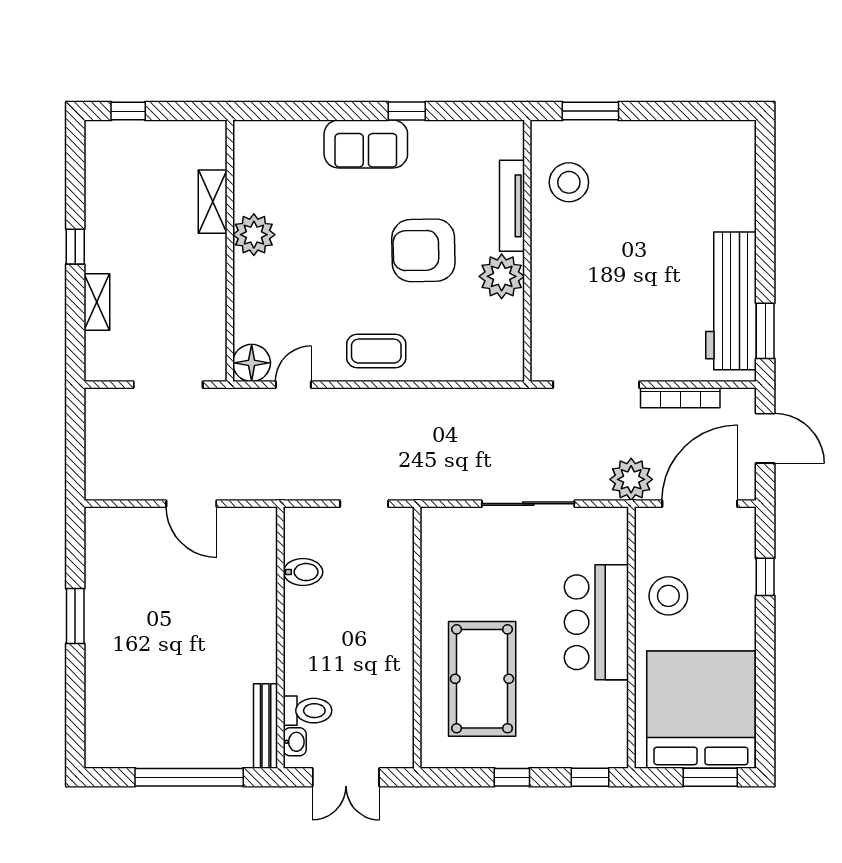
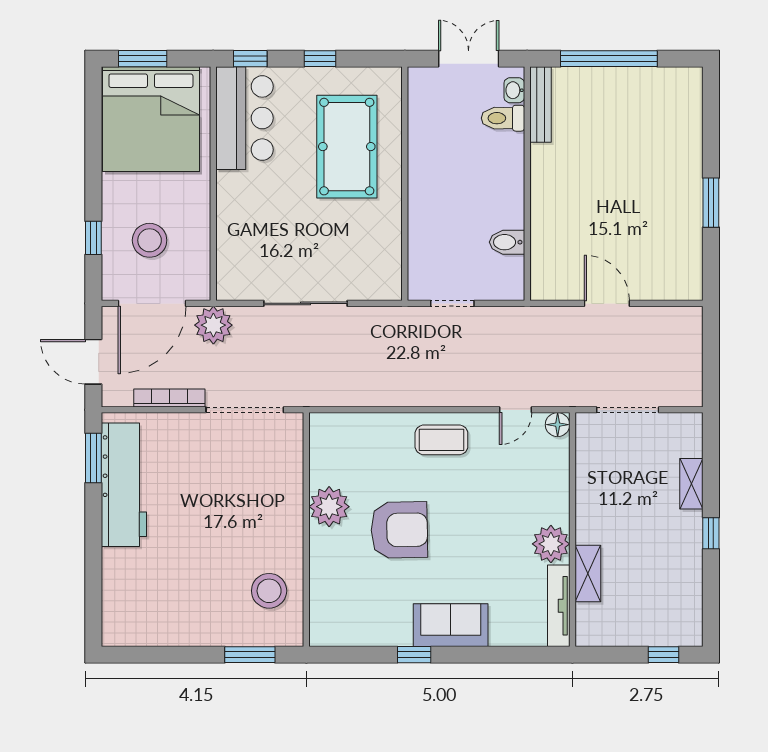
tv unit: (512, 206) -> (559, 606), moved, turned 180
floor lamp: (252, 363) -> (558, 425), width x0.73, depth x0.73
stool: (668, 596) -> (150, 240), moved
bar counter: (596, 622) -> (244, 118), moved

